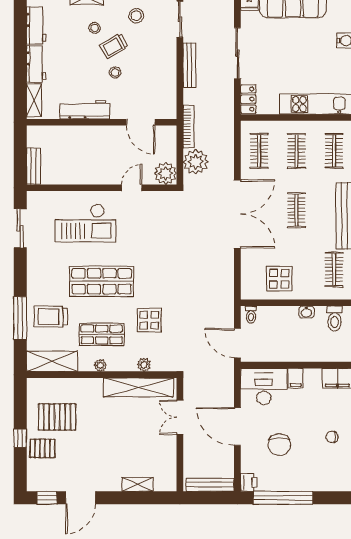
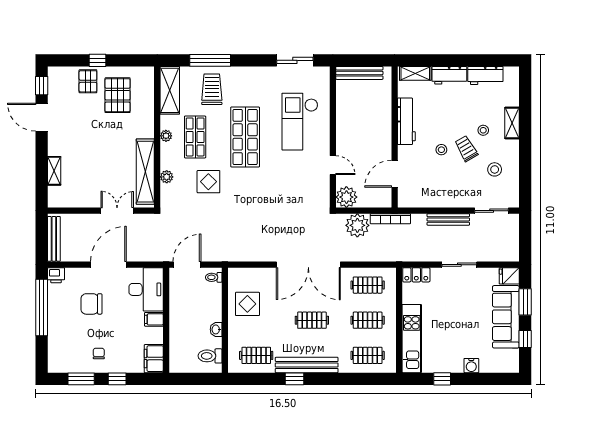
sliding door: (237, 53) -> (459, 265), width x0.73
bench: (34, 166) -> (359, 73), width x1.36

